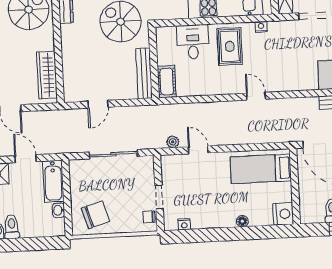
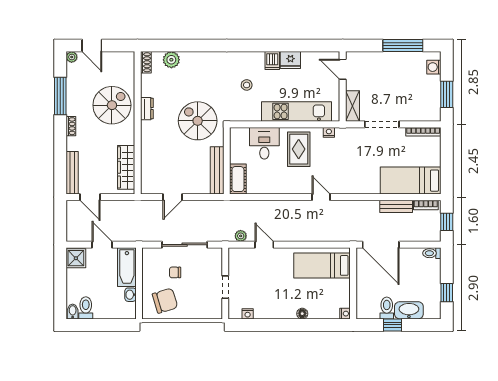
nightstand: (283, 214) -> (345, 314), width x0.53, depth x0.56
chair: (149, 217) -> (175, 272), moved

